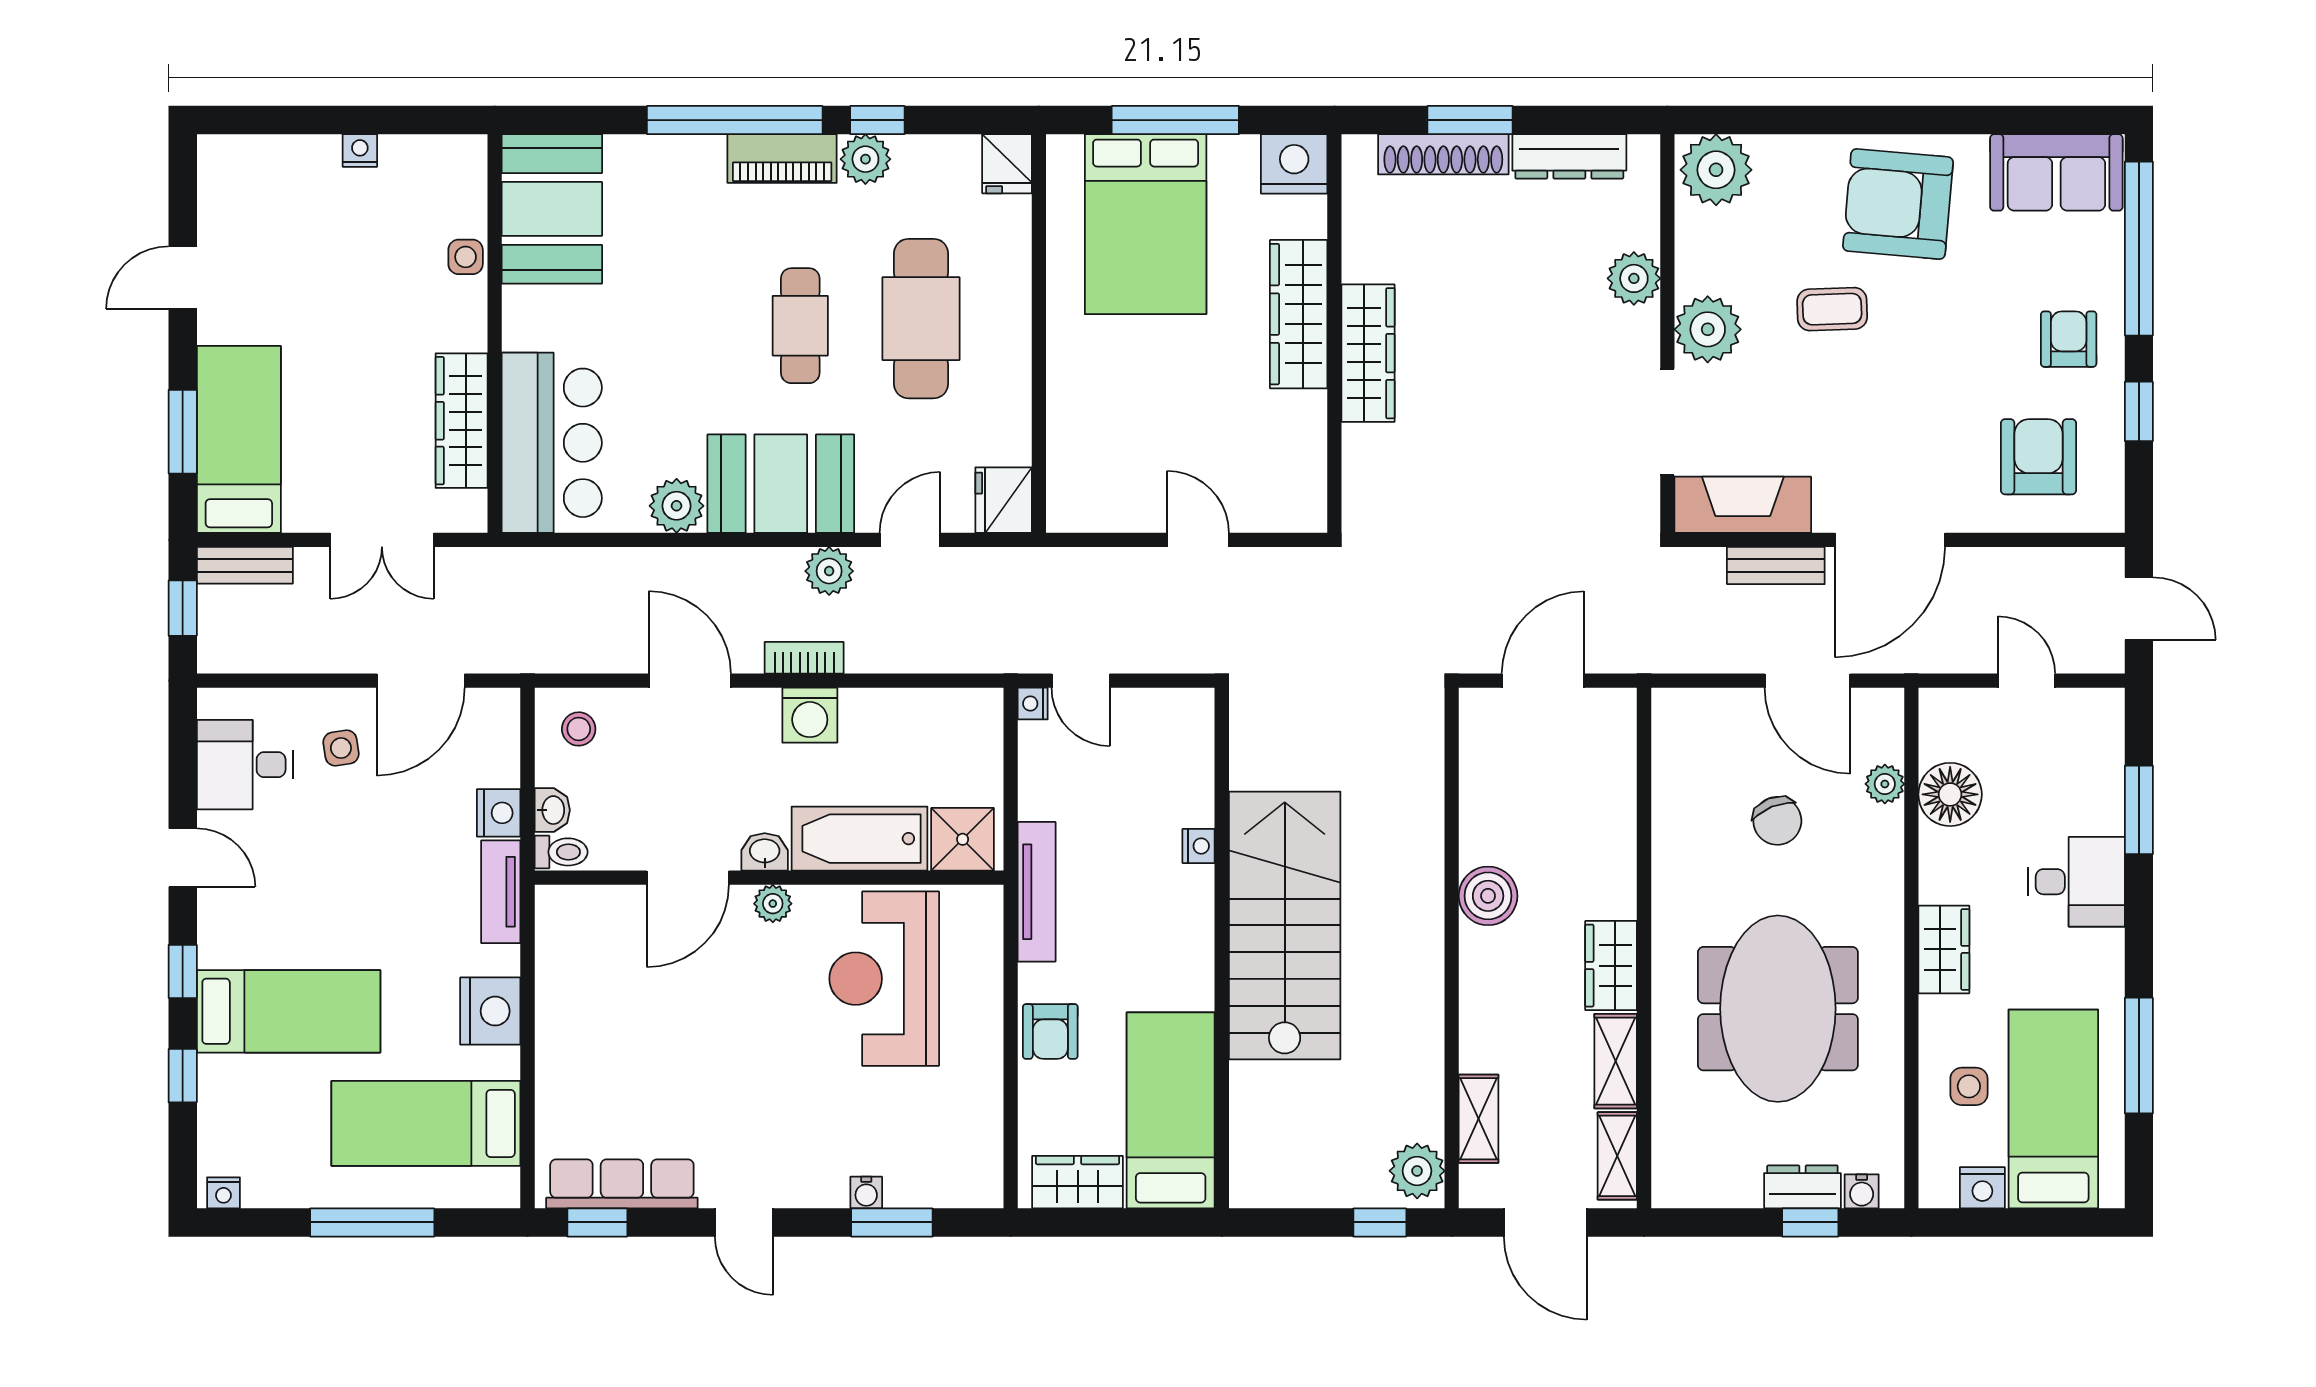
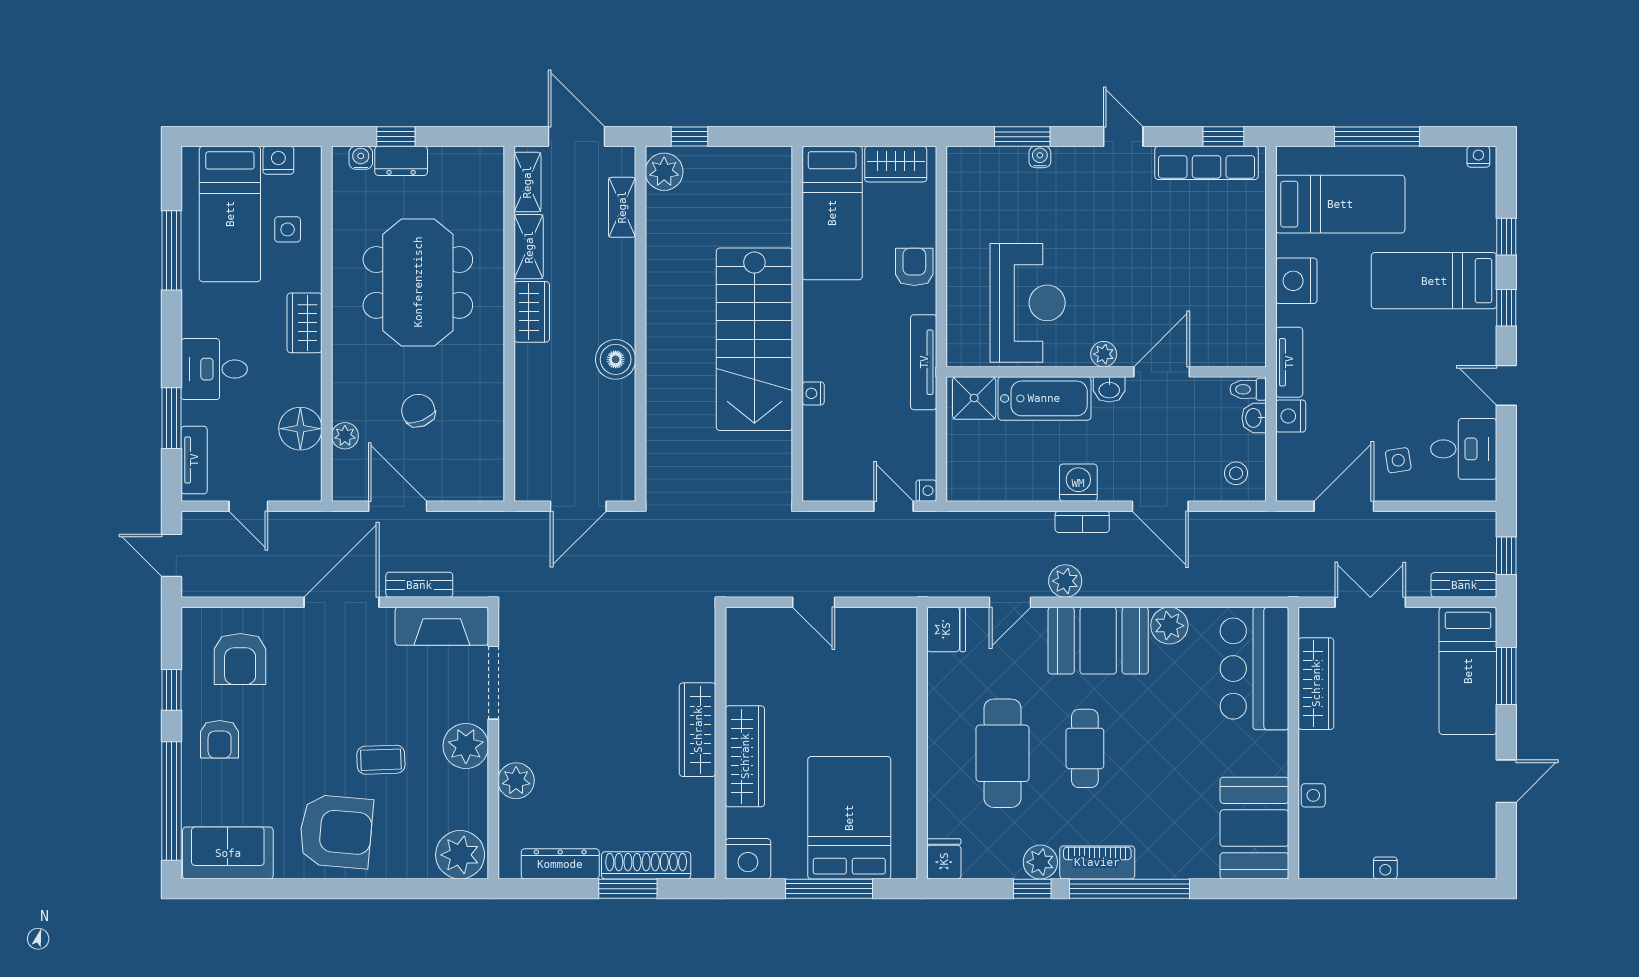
tv unit: (2106, 748) -> (194, 460), added

